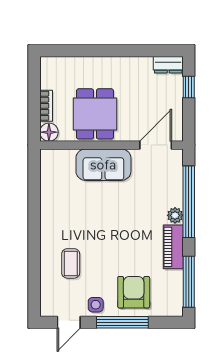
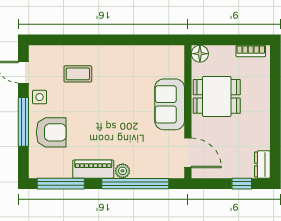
bookcase: (46, 106) -> (251, 51), moved

